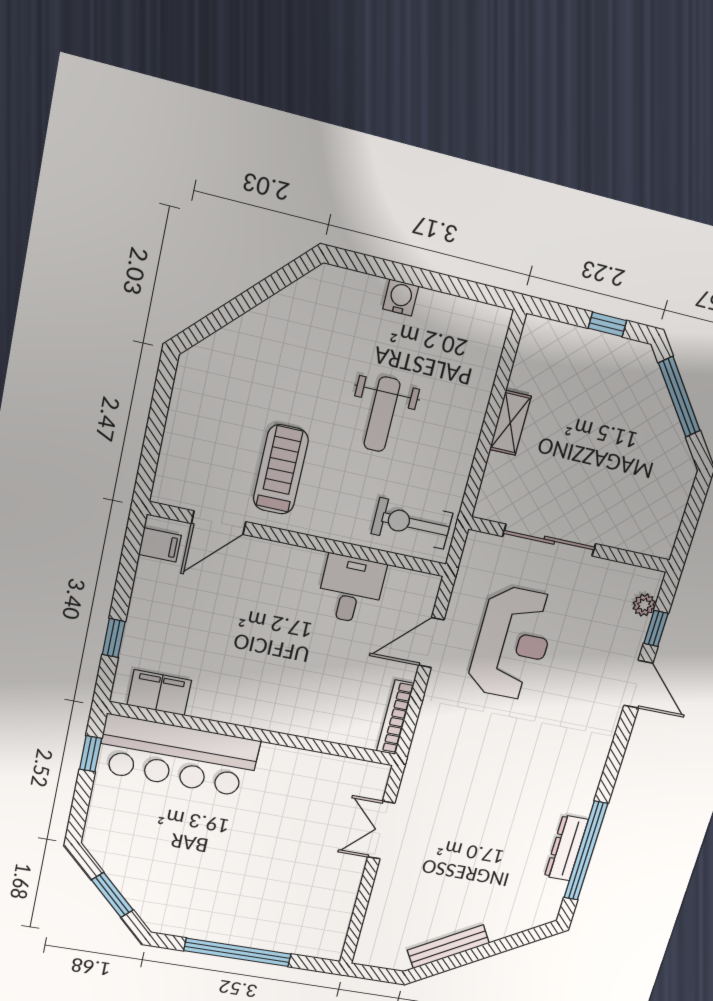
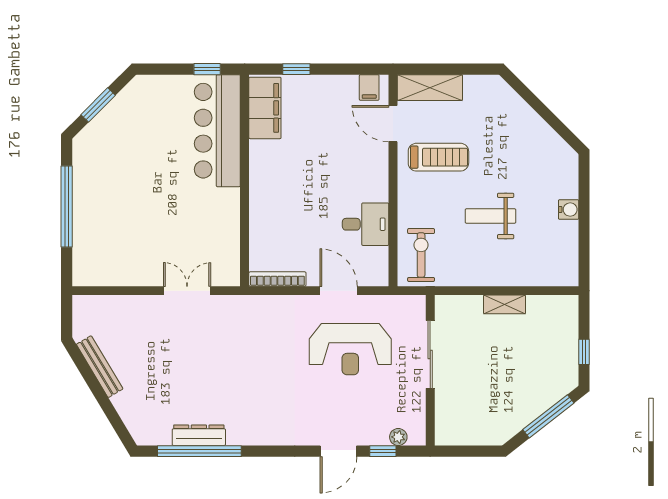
shelving: (177, 460) -> (430, 88), added
filing cabinet: (159, 693) -> (265, 108), width x1.50, depth x1.17

